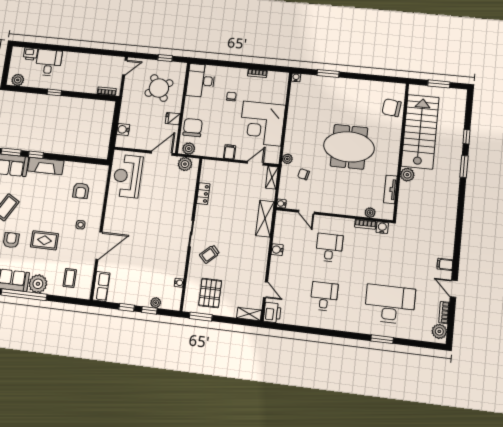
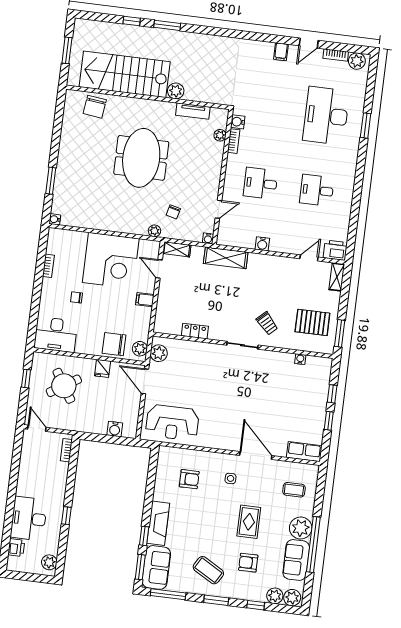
desk: (49, 63) -> (29, 519), width x1.37
plant: (156, 303) -> (323, 386), removed

